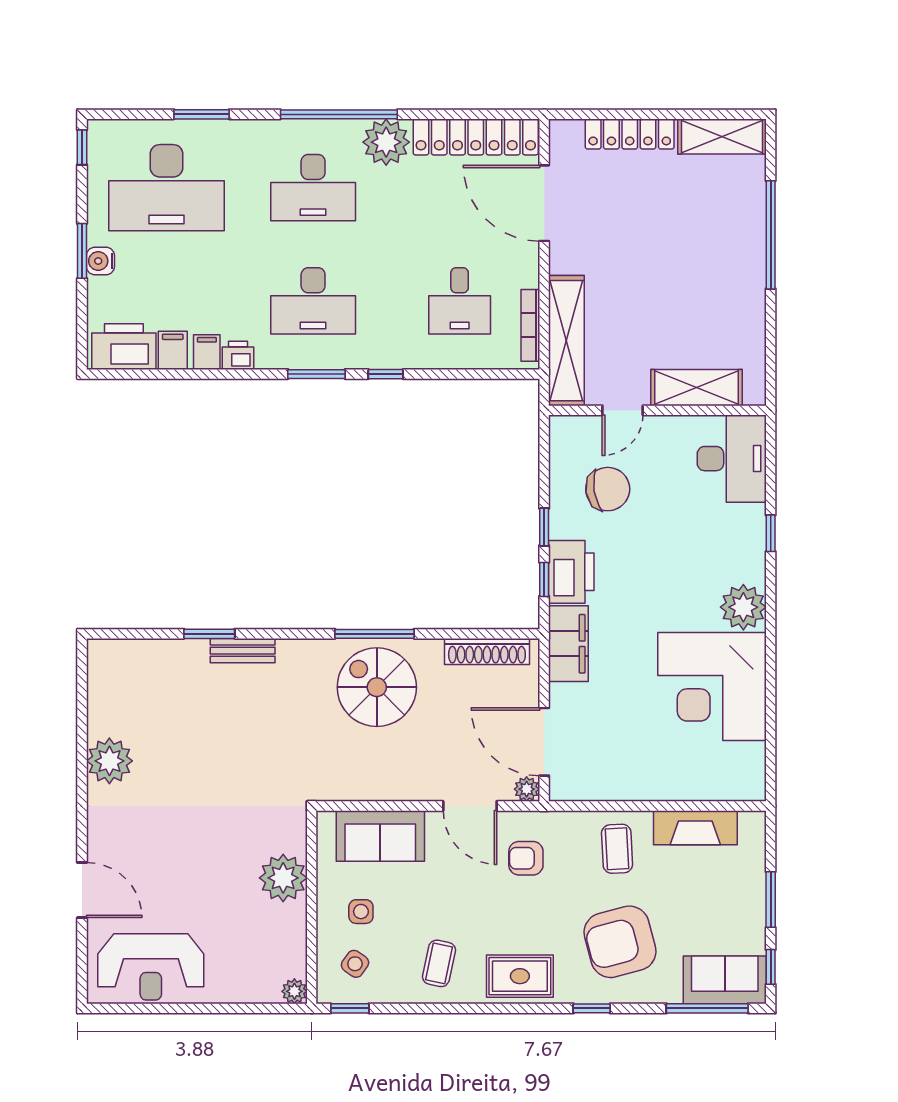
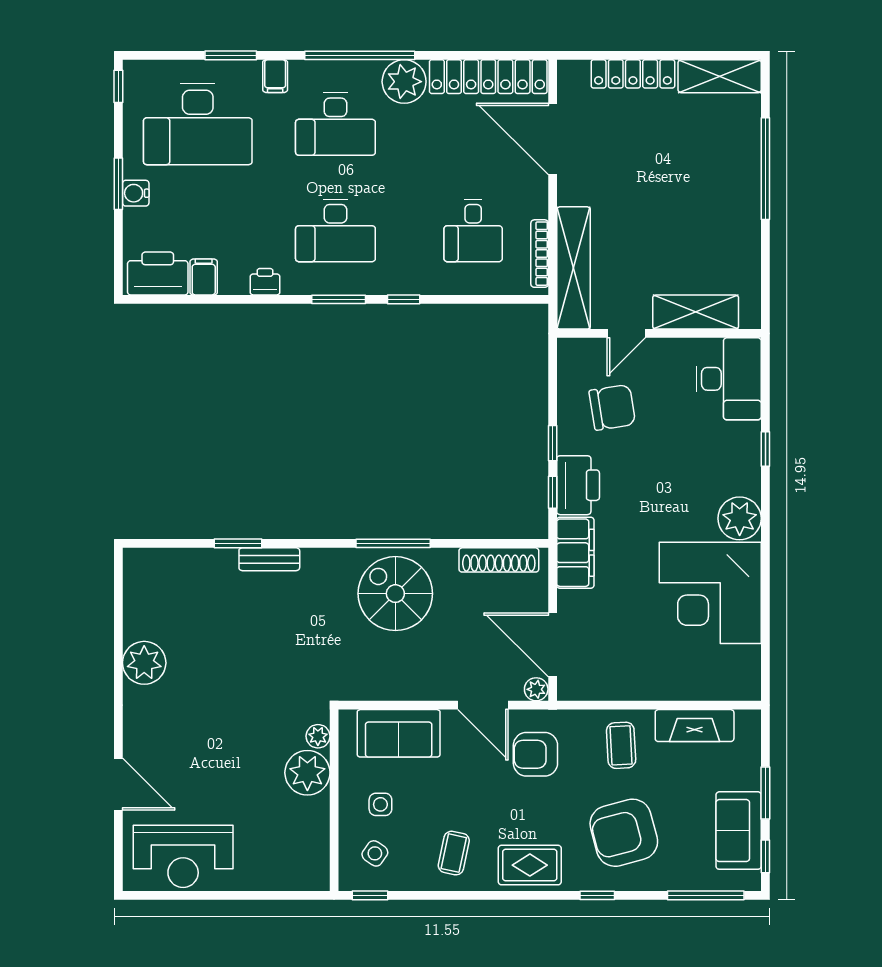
filing cabinet: (207, 352) -> (275, 76), moved, turned 180
armchair: (526, 858) -> (535, 754), width x1.38, depth x1.38
sofa: (725, 980) -> (739, 831), moved, turned -90
plant: (294, 991) -> (318, 736), moved

